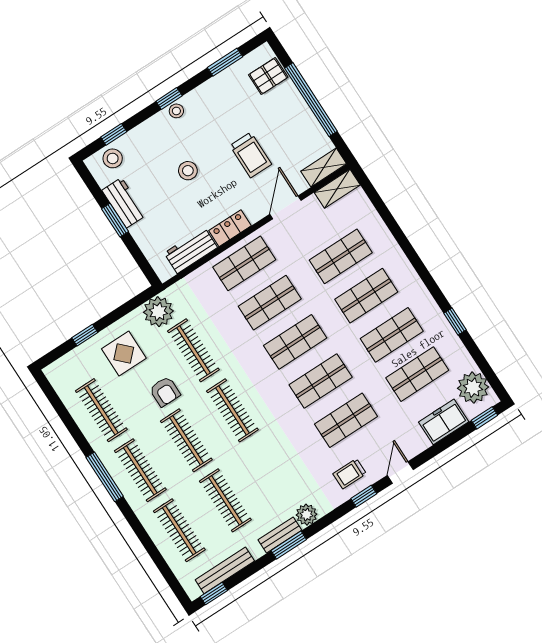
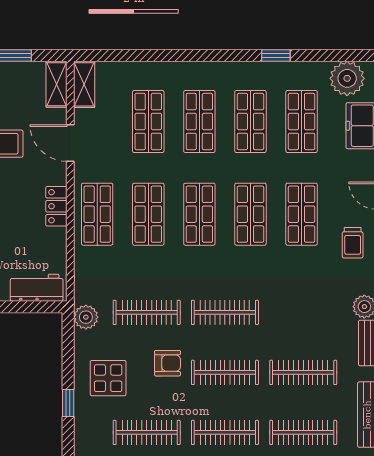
workbench: (191, 250) -> (37, 288), moved, turned 90
plant: (158, 312) -> (86, 317), width x0.73, depth x0.73

